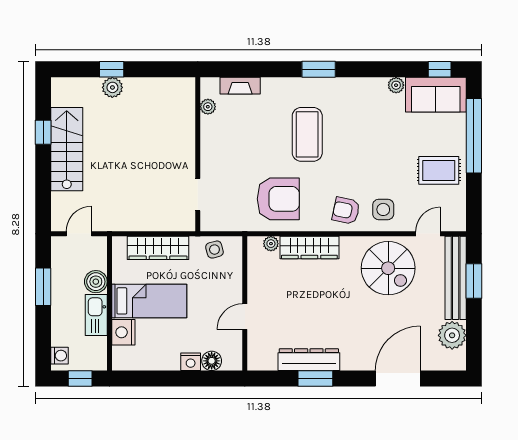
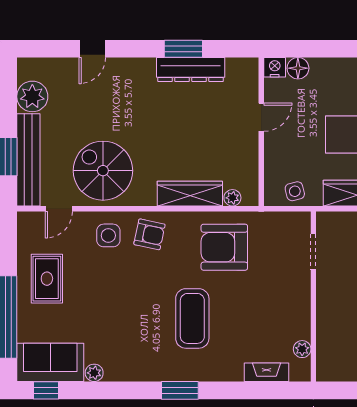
rug: (439, 170) -> (47, 279), turned 90
nightstand: (191, 362) -> (275, 67), moved
door: (398, 378) -> (92, 49), width x0.53

